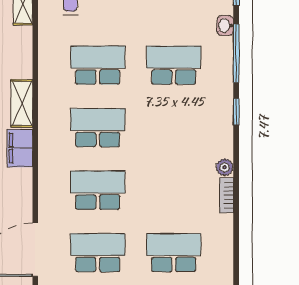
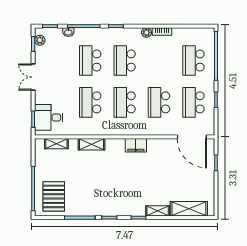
shelving: (22, 103) -> (91, 144), moved
school desk: (174, 128) -> (125, 61), added

